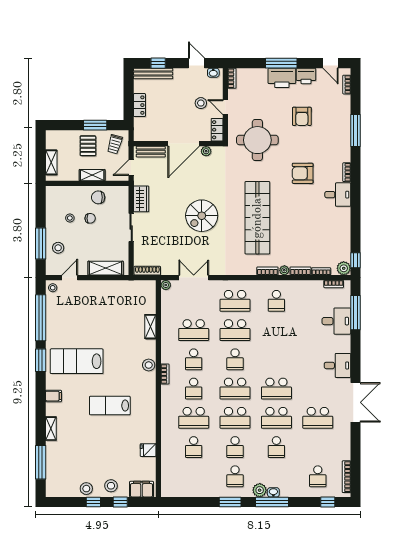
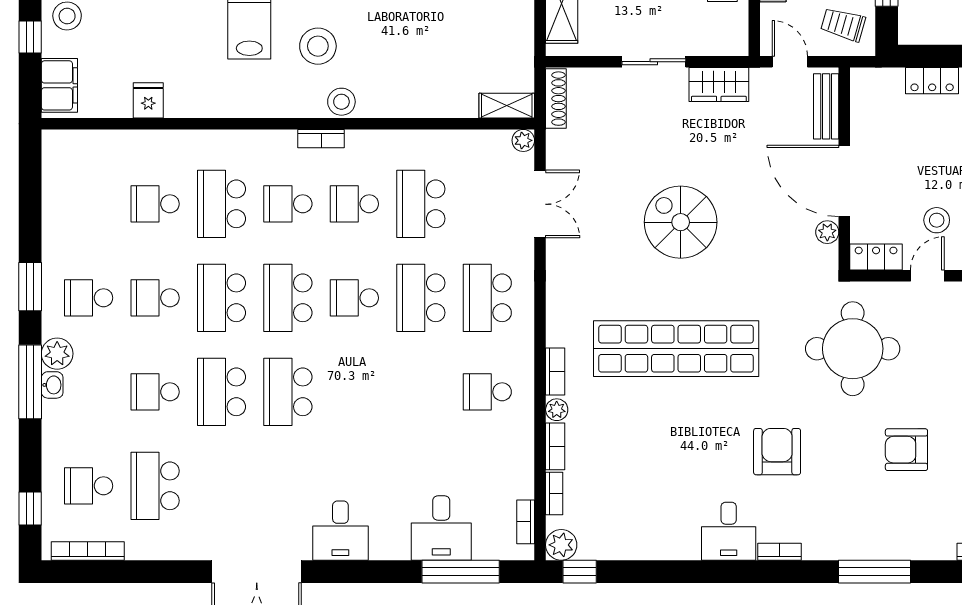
shelving: (150, 327) -> (507, 106), moved
stool: (124, 375) -> (318, 46), added
school desk: (318, 418) -> (155, 486), moved

